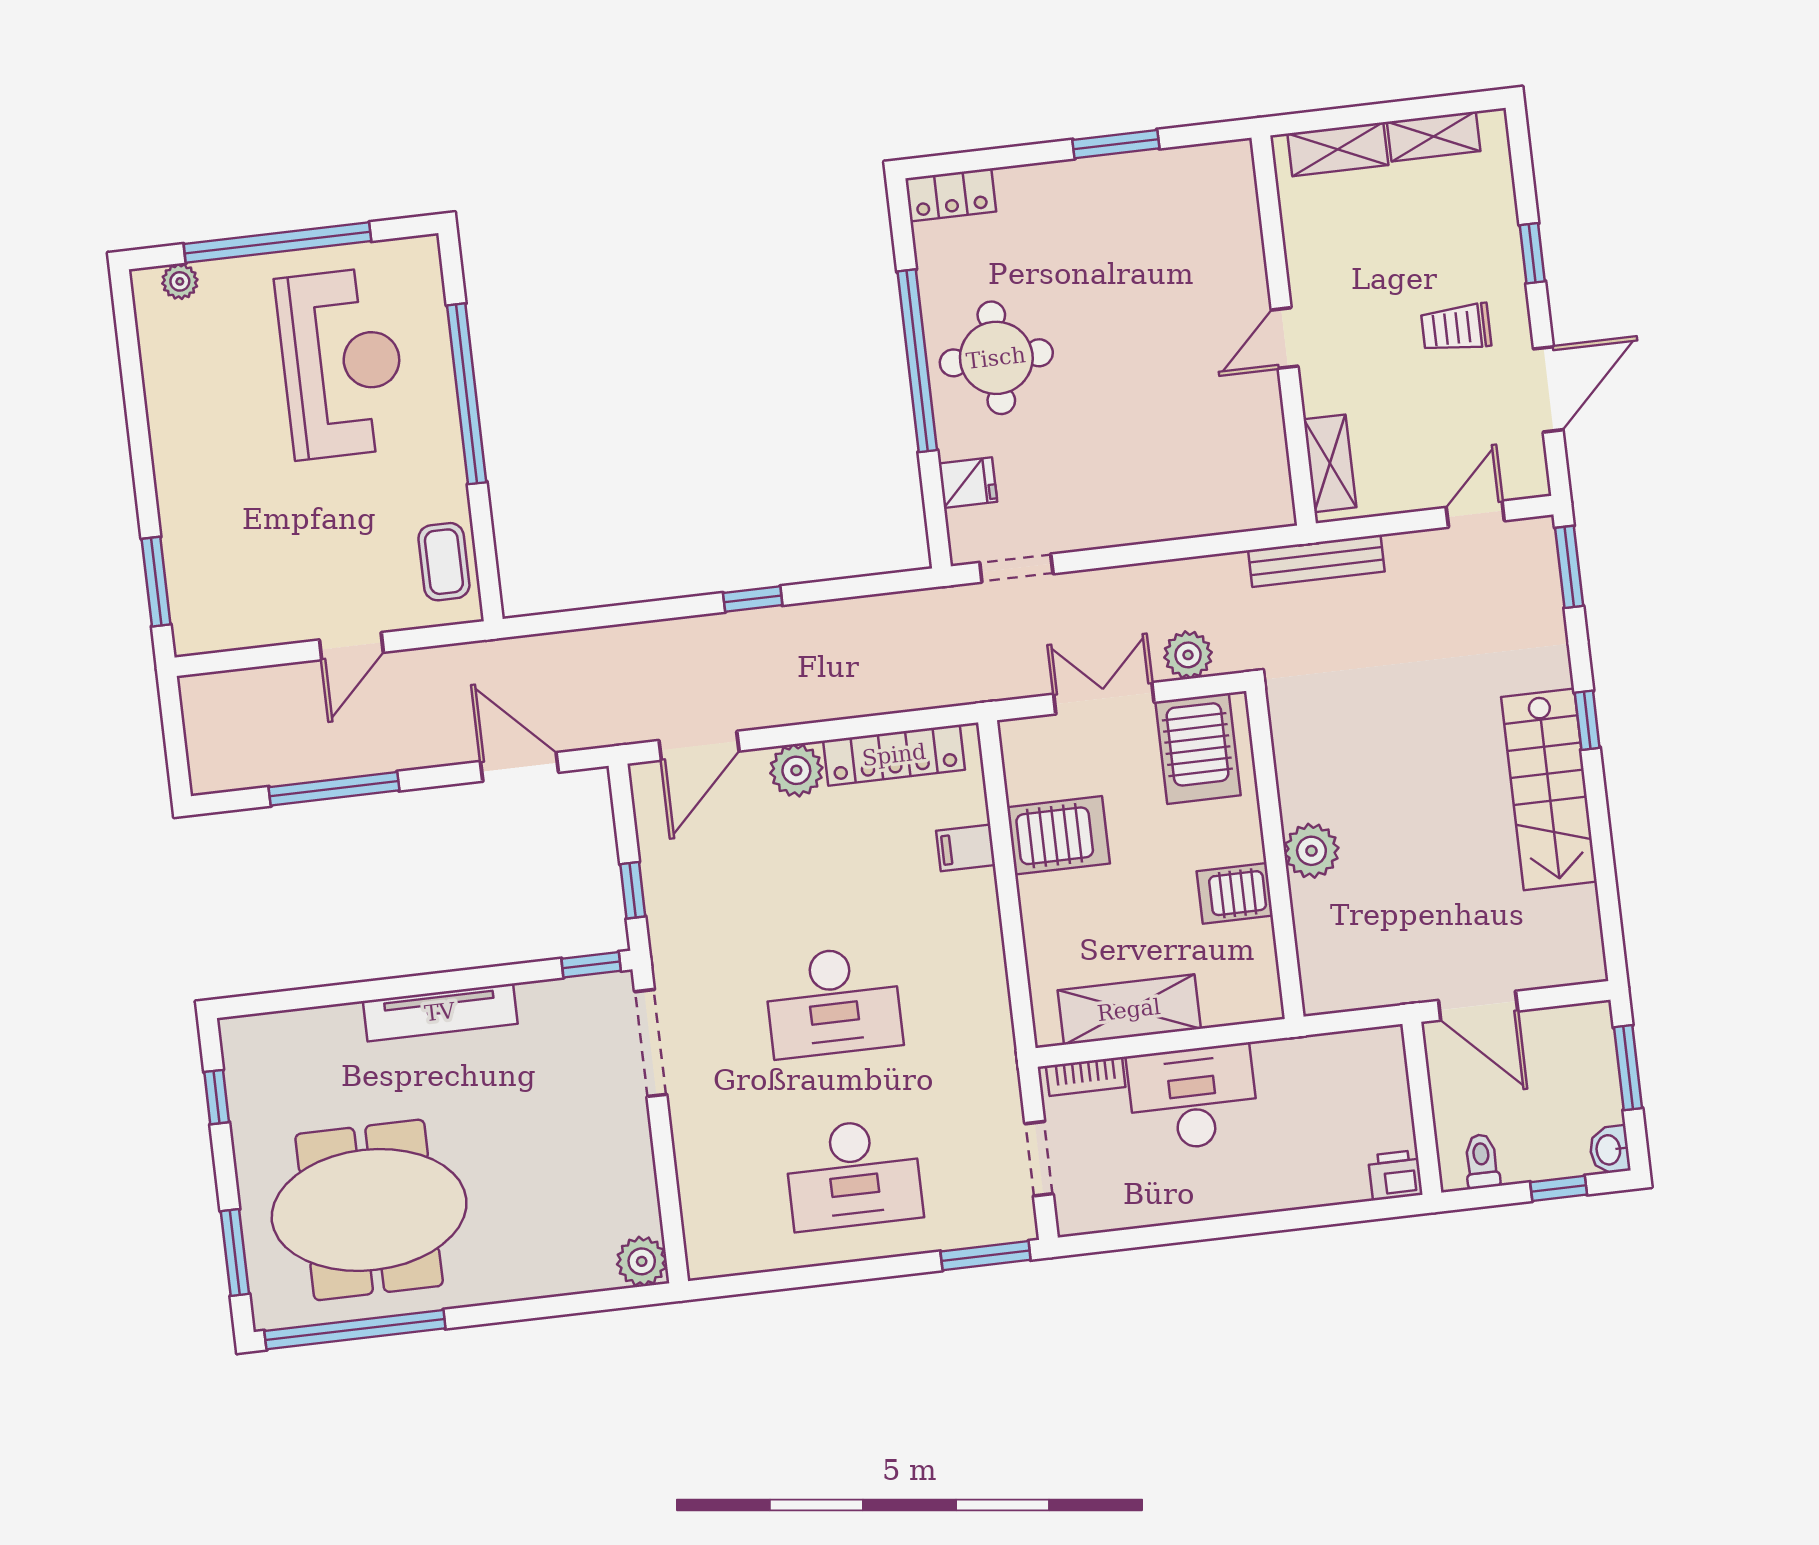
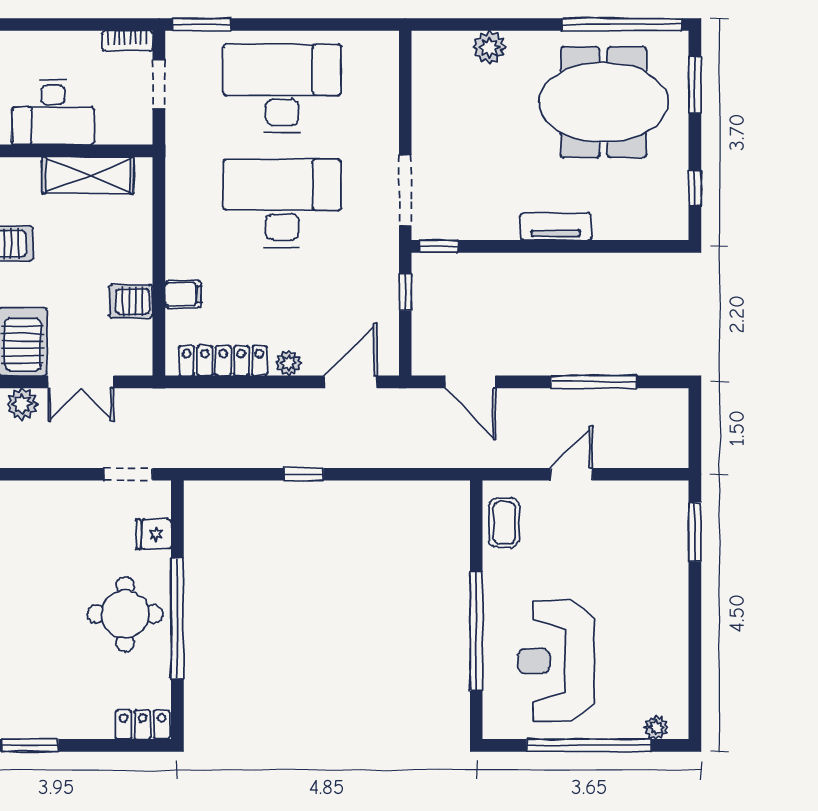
plant: (796, 770) -> (288, 363), width x0.73, depth x0.73
server rack: (1058, 835) -> (131, 301), width x0.73, depth x0.70
desk: (833, 1002) -> (282, 203), width x1.36, depth x1.30
tv unit: (440, 1012) -> (556, 227), width x0.71
bookcase: (1086, 1077) -> (127, 41), moved, turned 180
desk: (853, 1174) -> (282, 88), width x1.36, depth x1.30
plant: (642, 1261) -> (489, 47), moved

